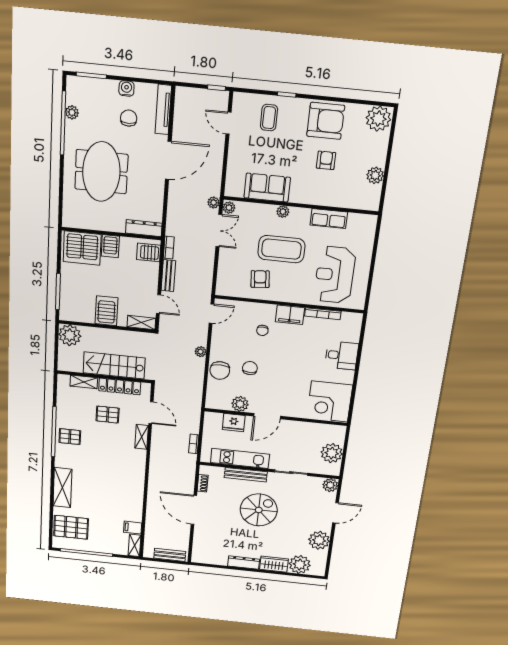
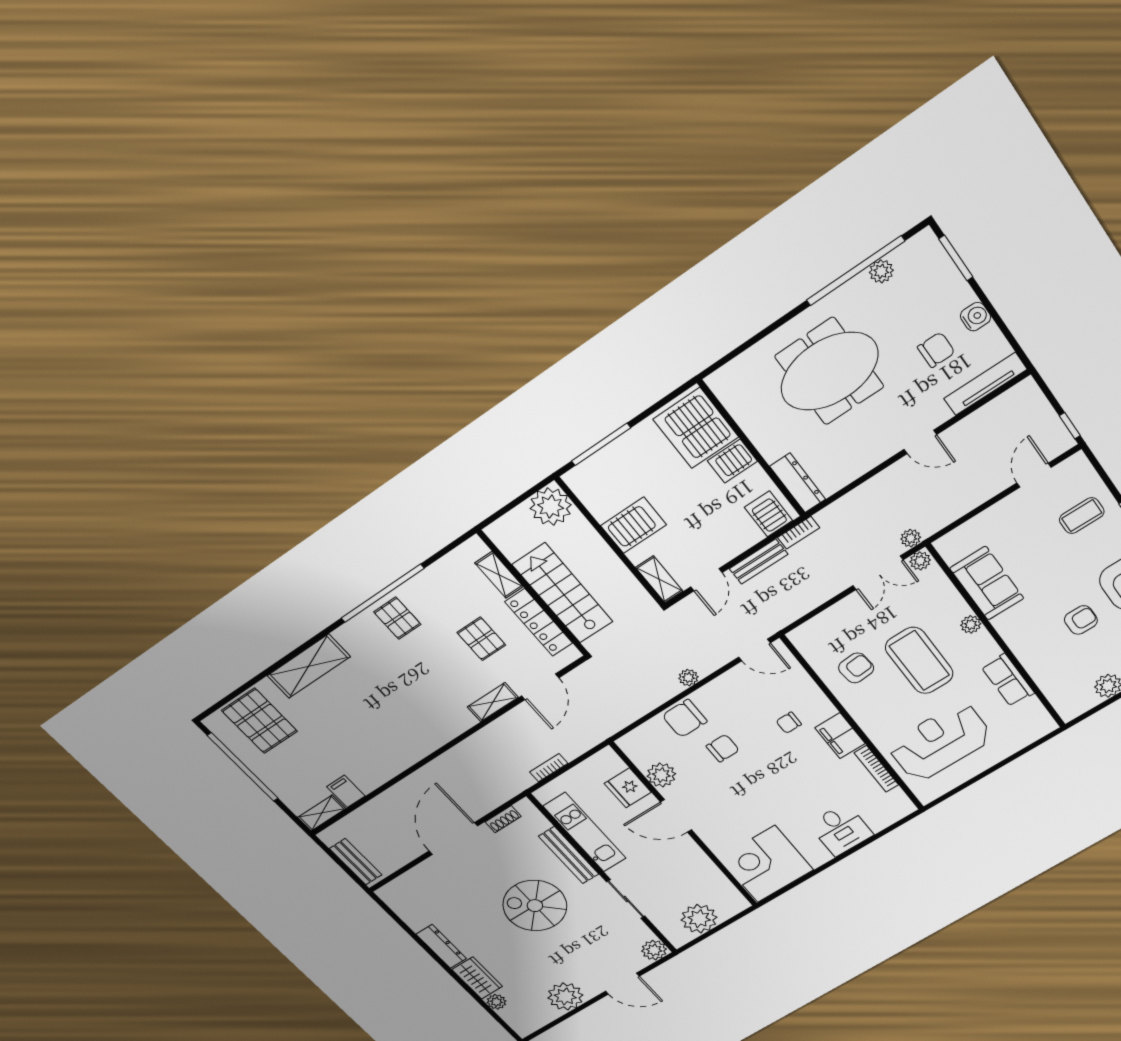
door: (168, 160) -> (920, 442), width x0.53
spiral stairs: (259, 510) -> (535, 906), turned 180
plant: (300, 564) -> (496, 1002), width x0.53, depth x0.53

